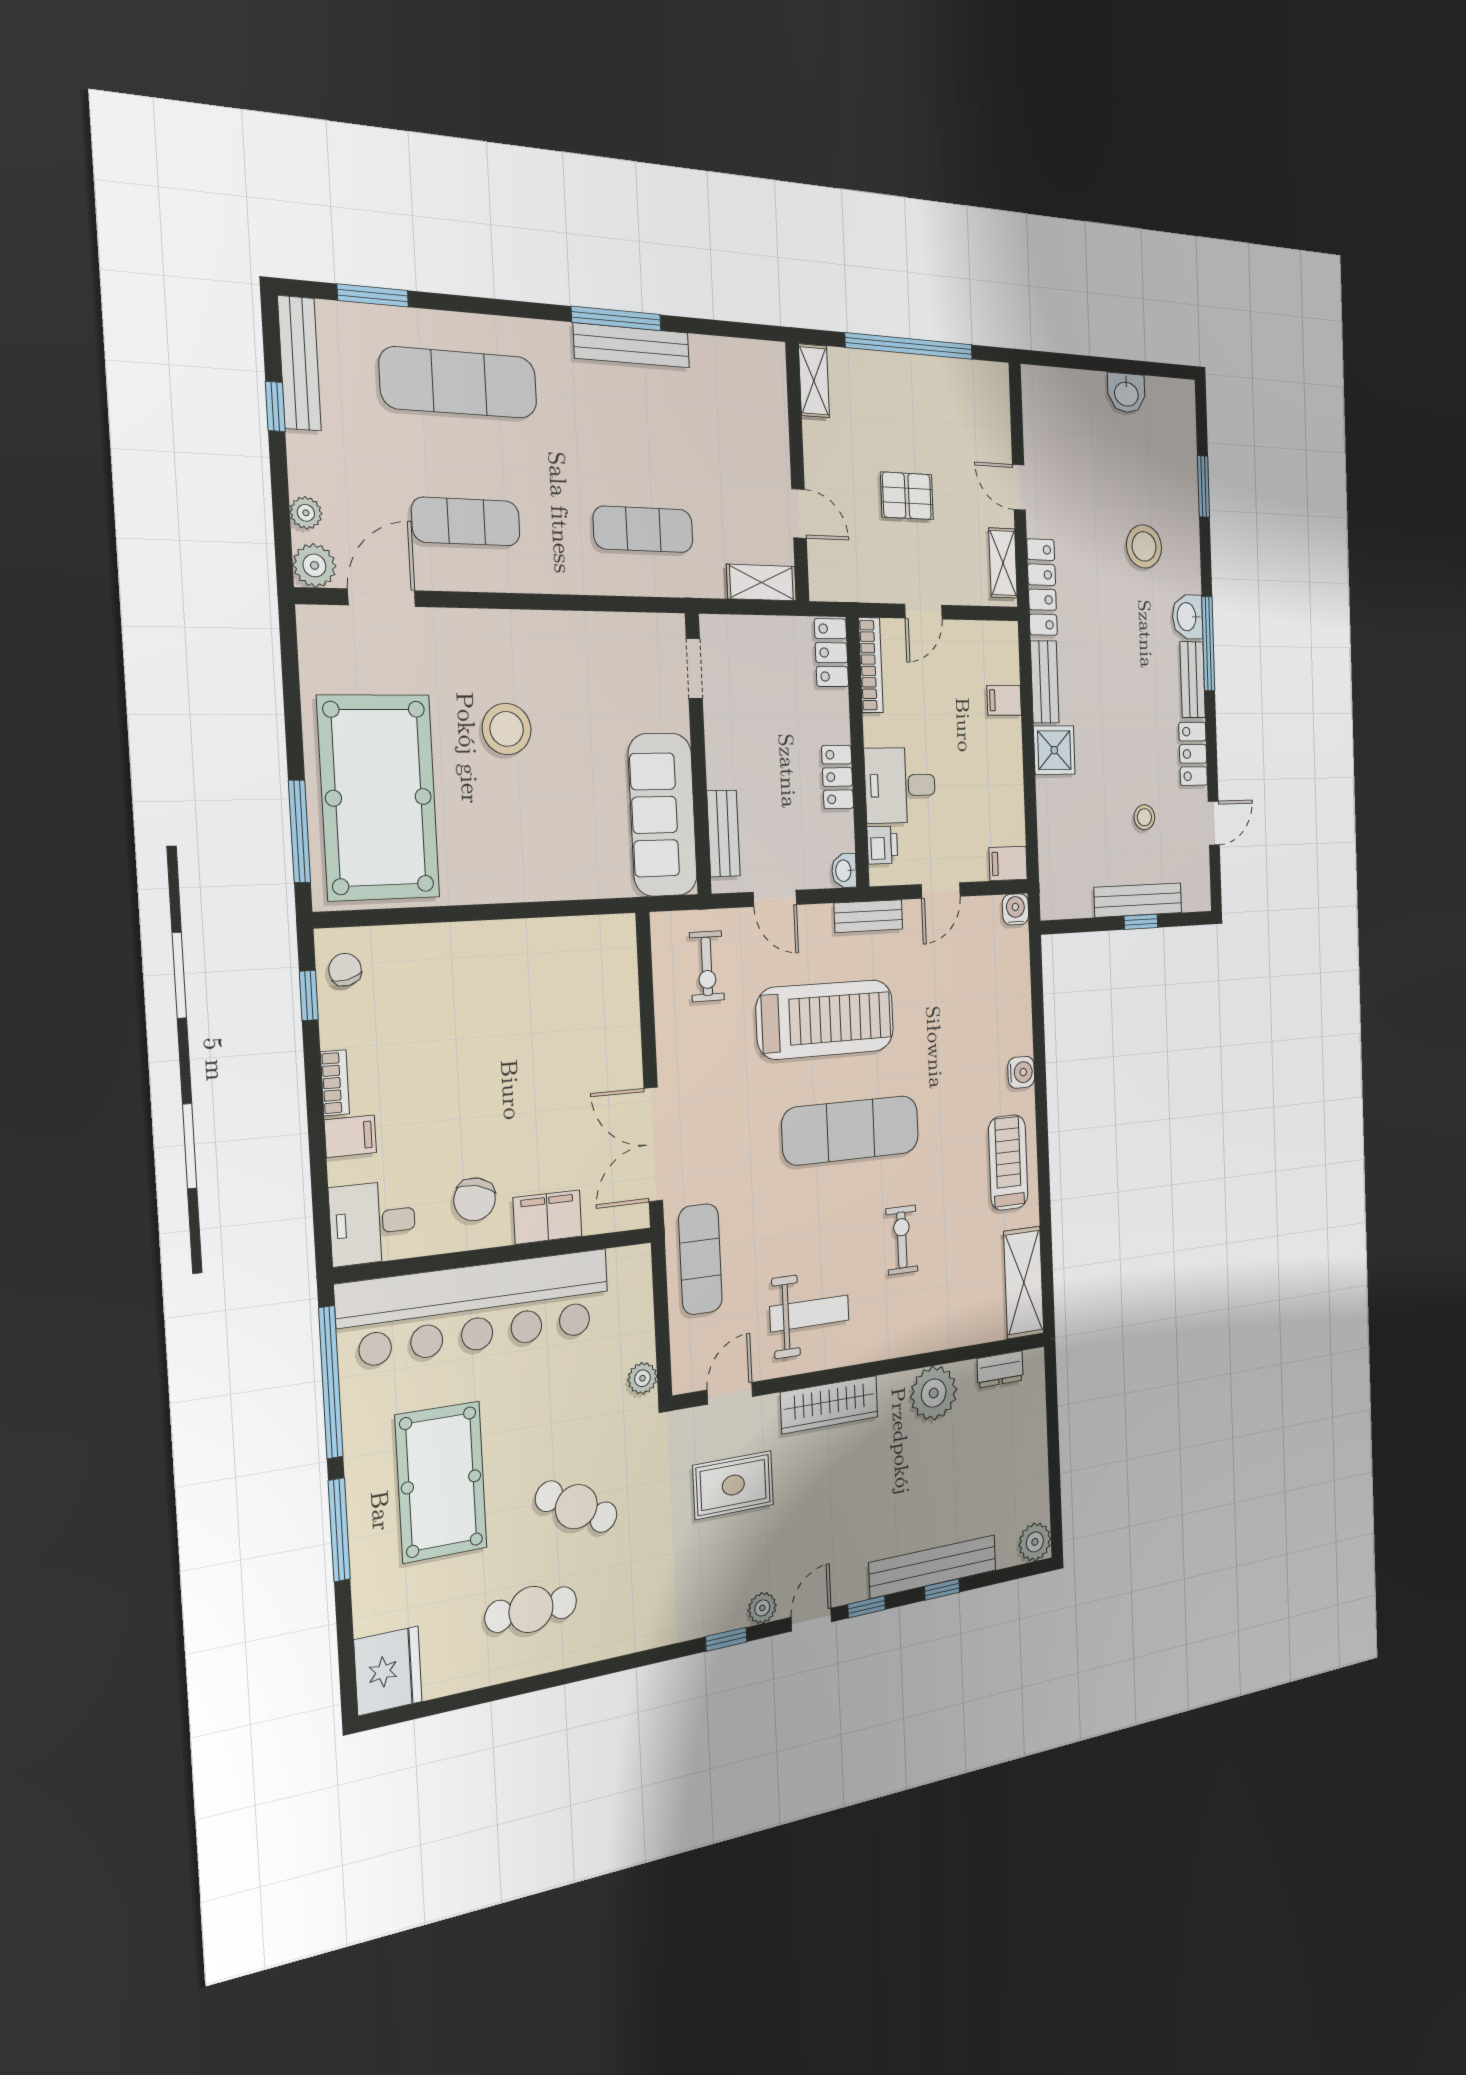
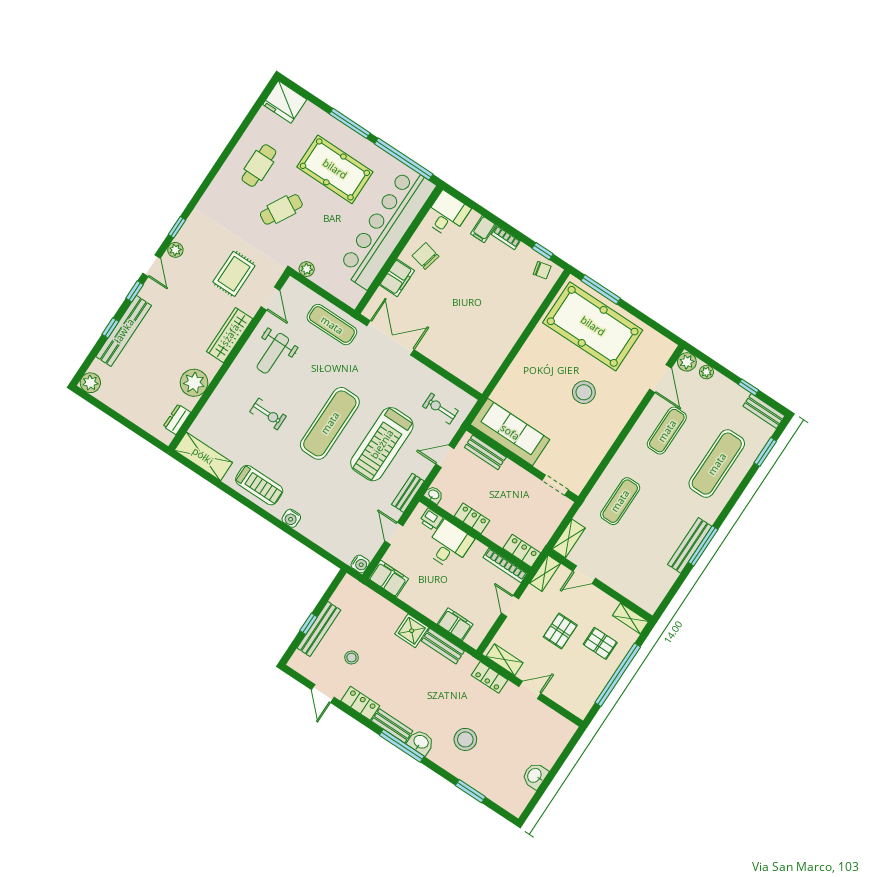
bench: (299, 363) -> (764, 411), width x0.73
pallet: (883, 410) -> (600, 643), added
shelving: (840, 586) -> (545, 573), added
locker: (1042, 587) -> (490, 677), width x0.66
filing cabinet: (1004, 700) -> (455, 624), width x2.00
filing cabinet: (1008, 863) -> (388, 579), width x2.00

